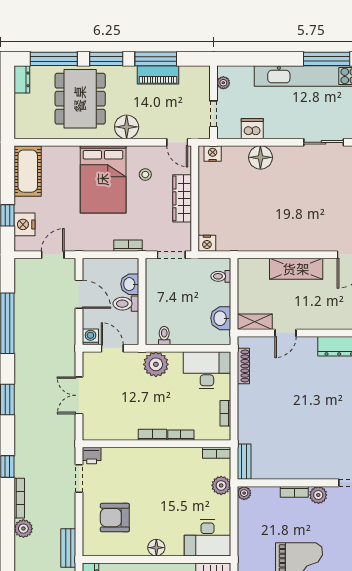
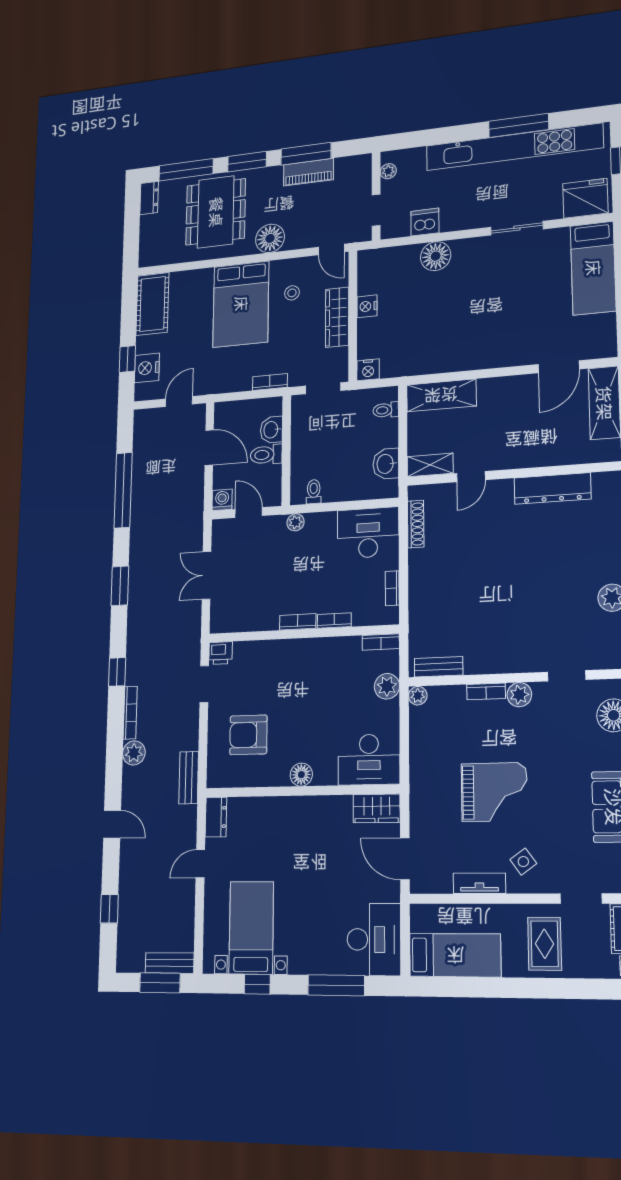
nightstand: (213, 154) -> (367, 306), moved, turned -90
shelving: (296, 269) -> (441, 395), moved
plant: (156, 364) -> (296, 522), width x0.53, depth x0.53
bench: (244, 462) -> (439, 667), moved, turned 90

